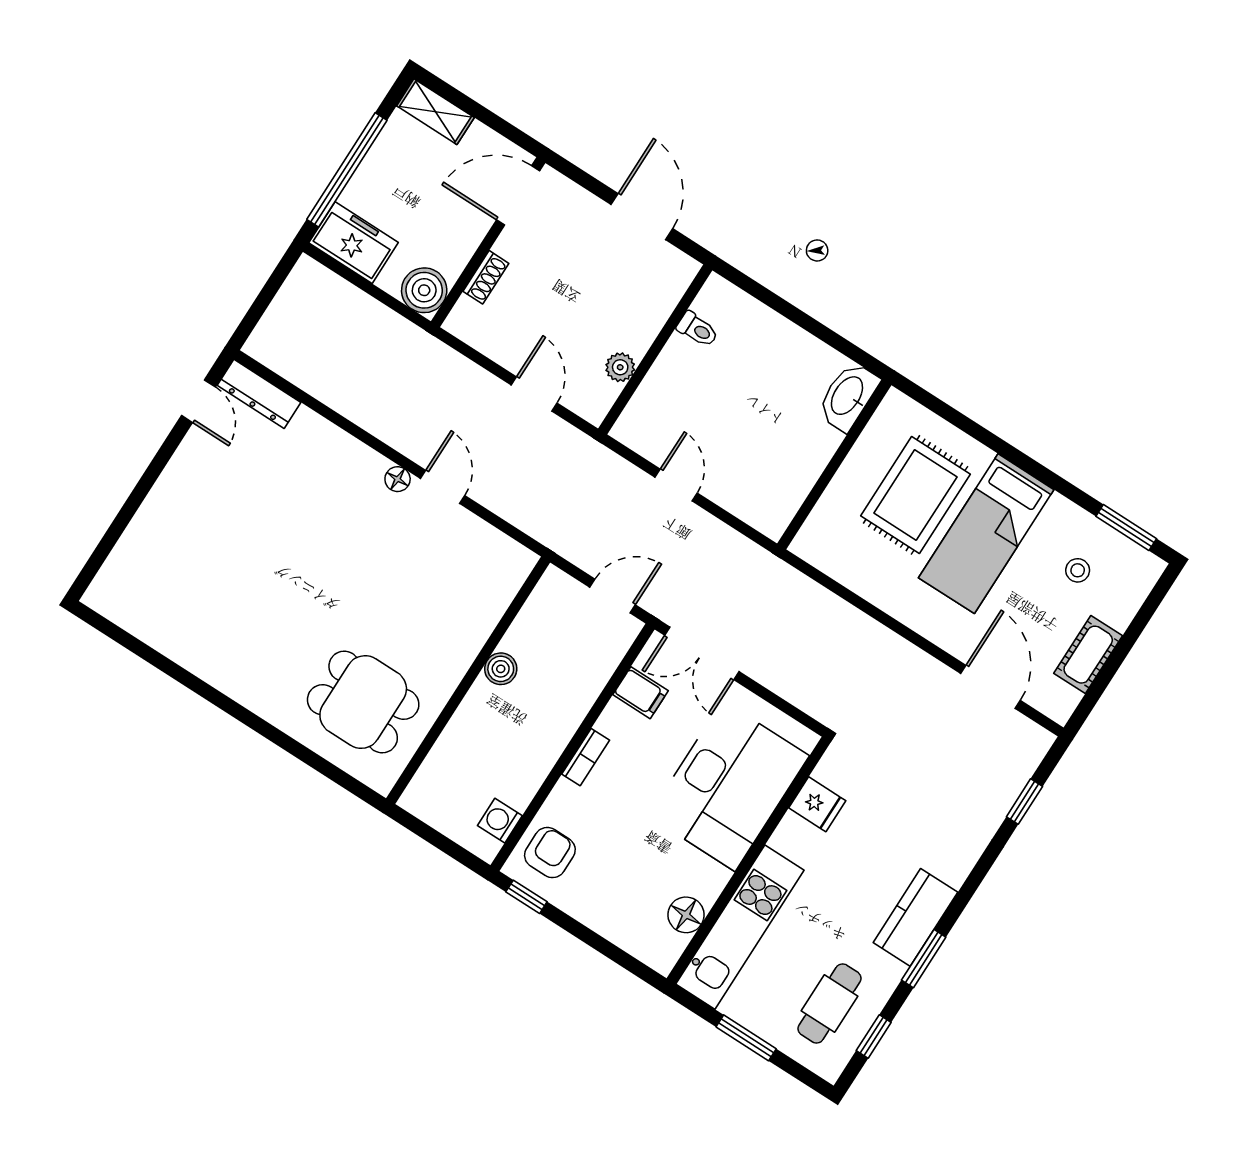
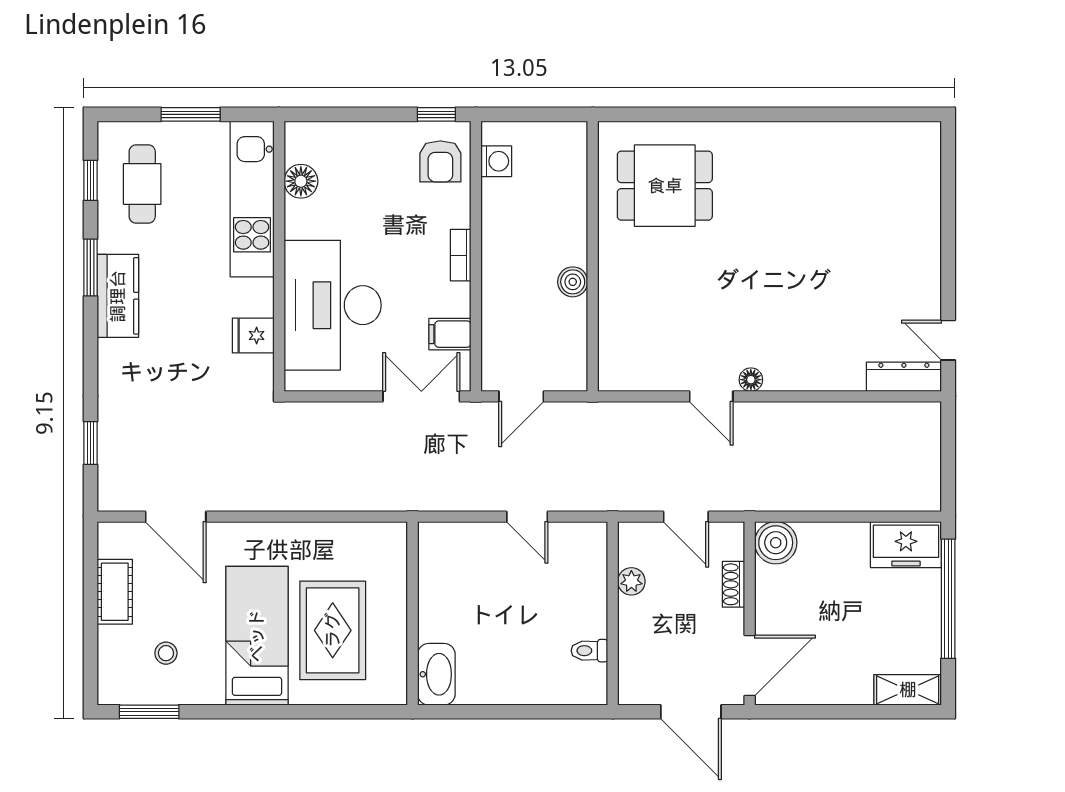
door: (518, 195) -> (750, 666), moved
wall: (488, 242) -> (750, 613), moved
shoe rack: (486, 277) -> (733, 584), moved
boiler: (424, 290) -> (776, 543), moved

